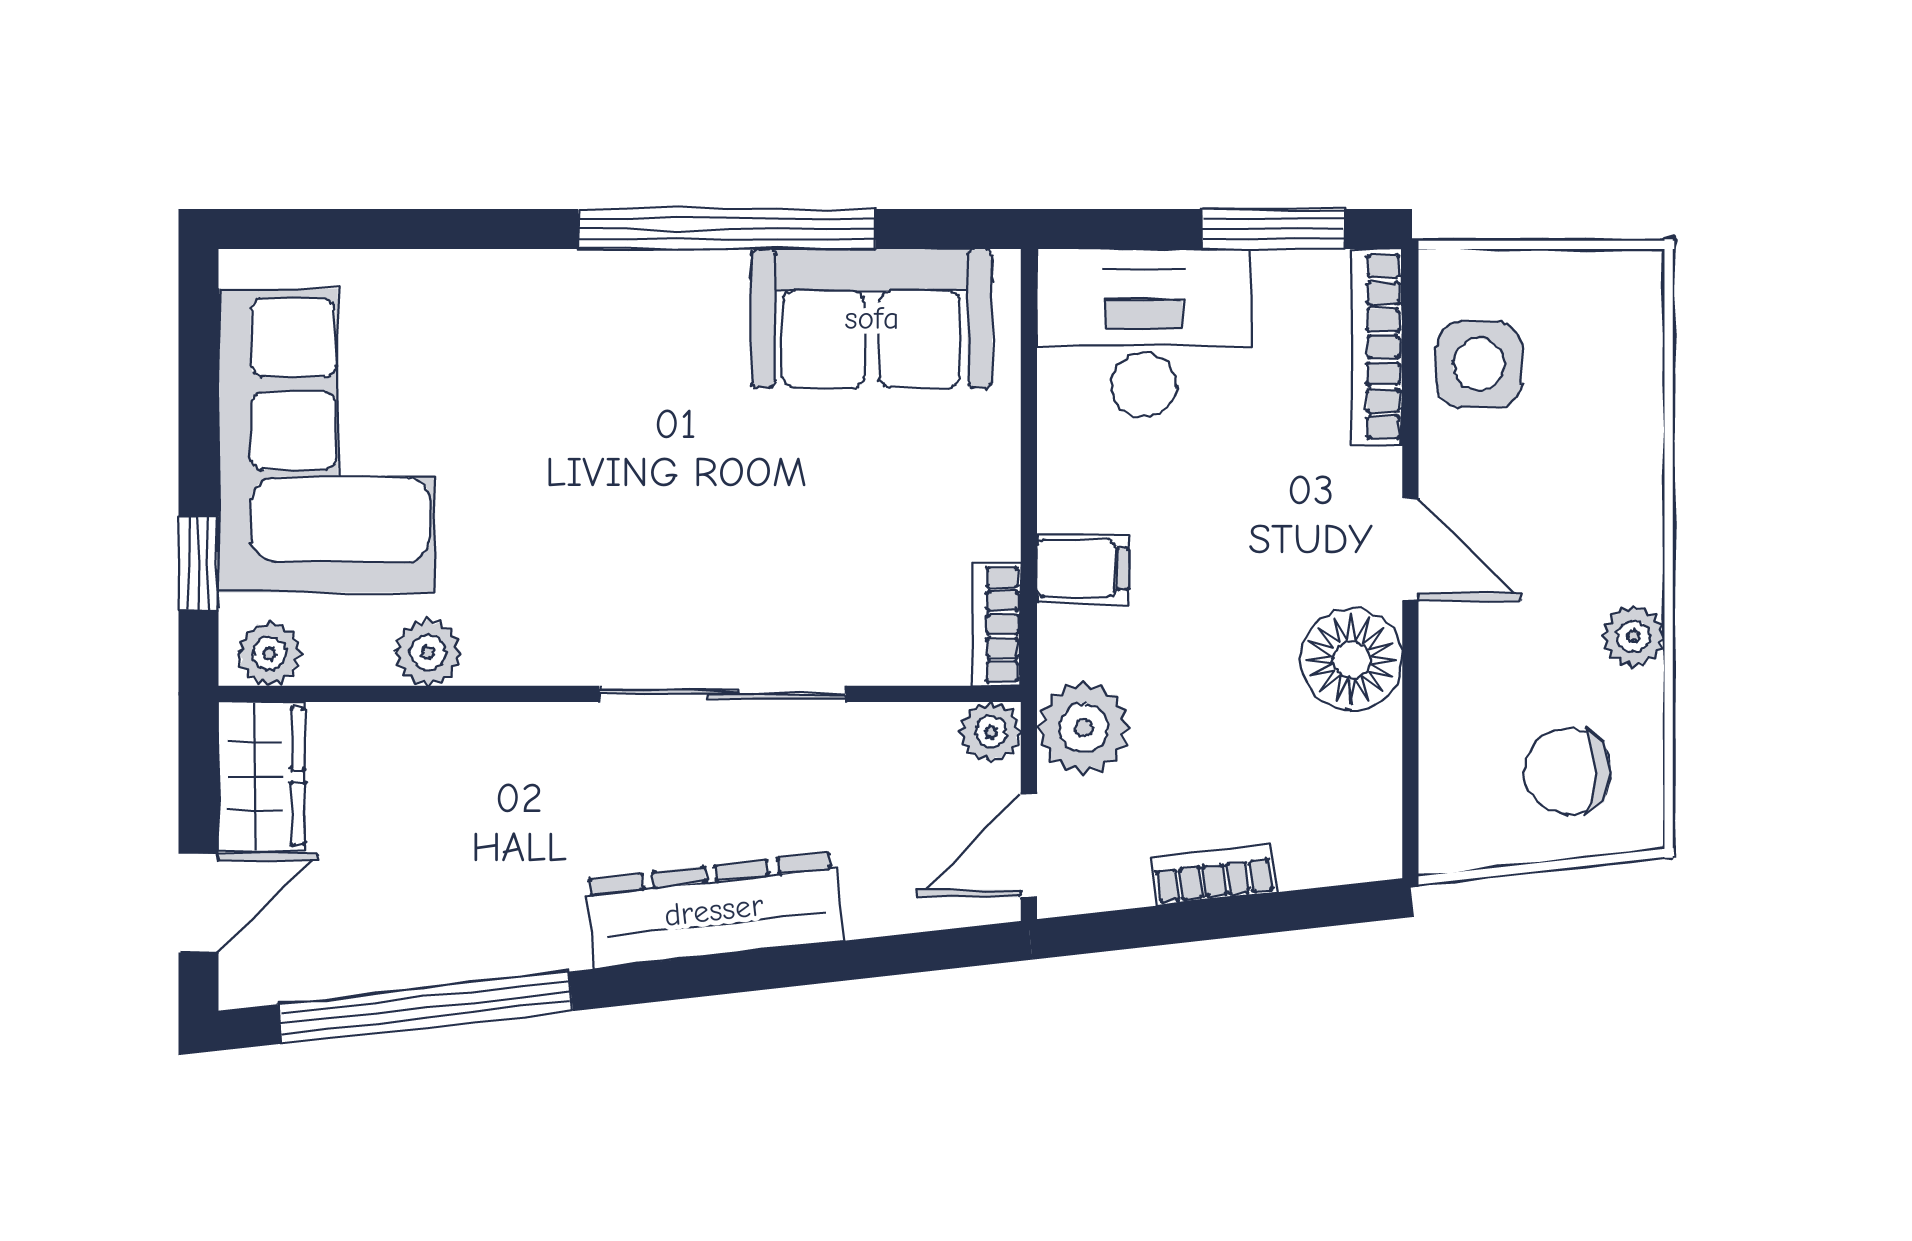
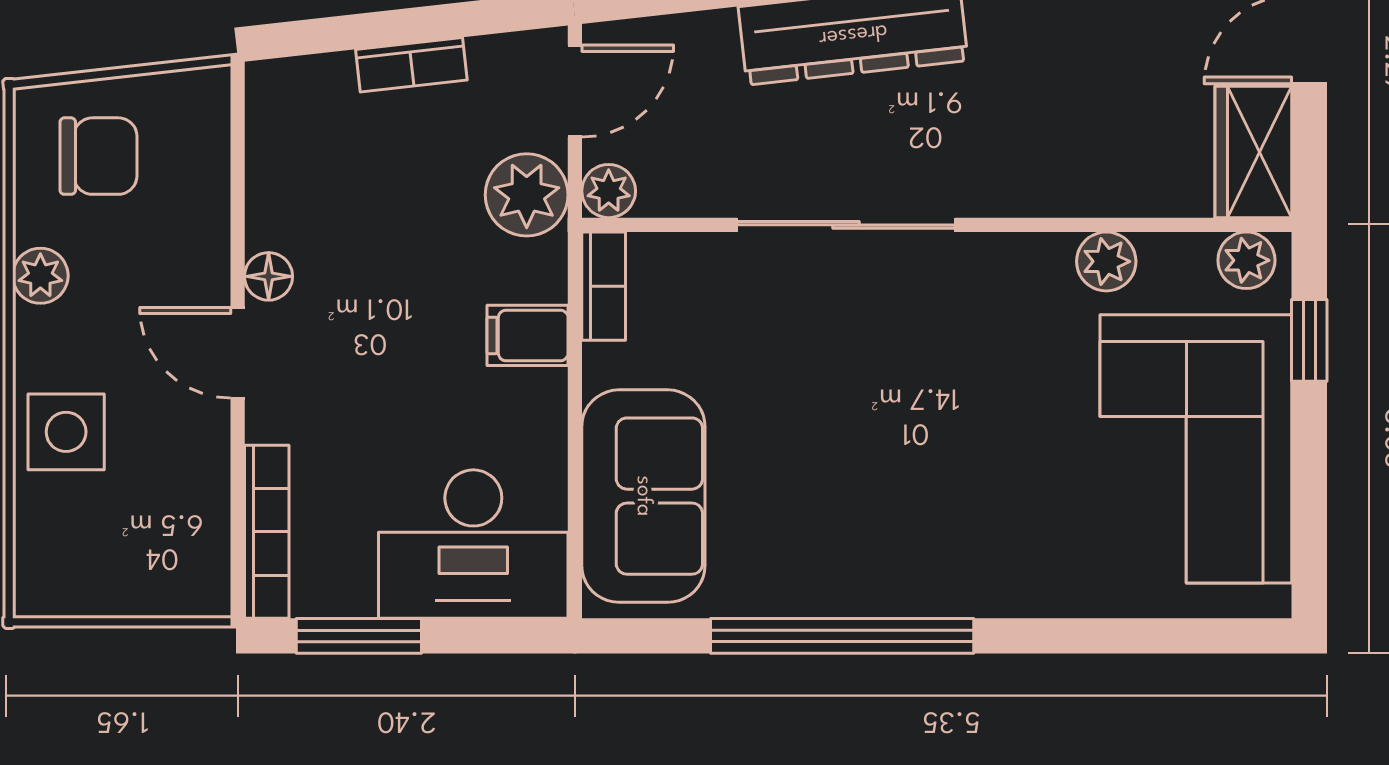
sofa: (872, 318) -> (643, 496), moved, turned 90
side table: (1479, 365) -> (66, 432), moved
floor lamp: (1351, 659) -> (269, 276), width x0.53, depth x0.53

